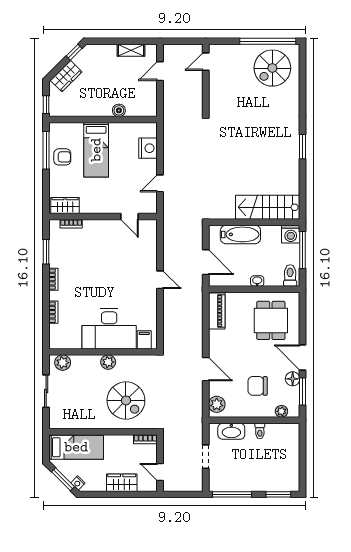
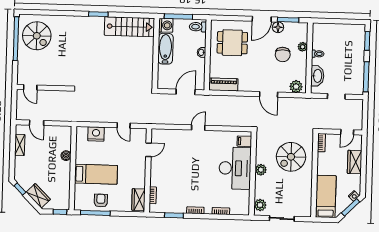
stairs: (268, 207) -> (129, 27), moved, turned -90
bathtub: (240, 234) -> (165, 49), moved
door: (206, 369) -> (269, 94), swing flipped
spiral stairs: (126, 400) -> (291, 157), turned 180
plant: (281, 411) -> (303, 47), moved

